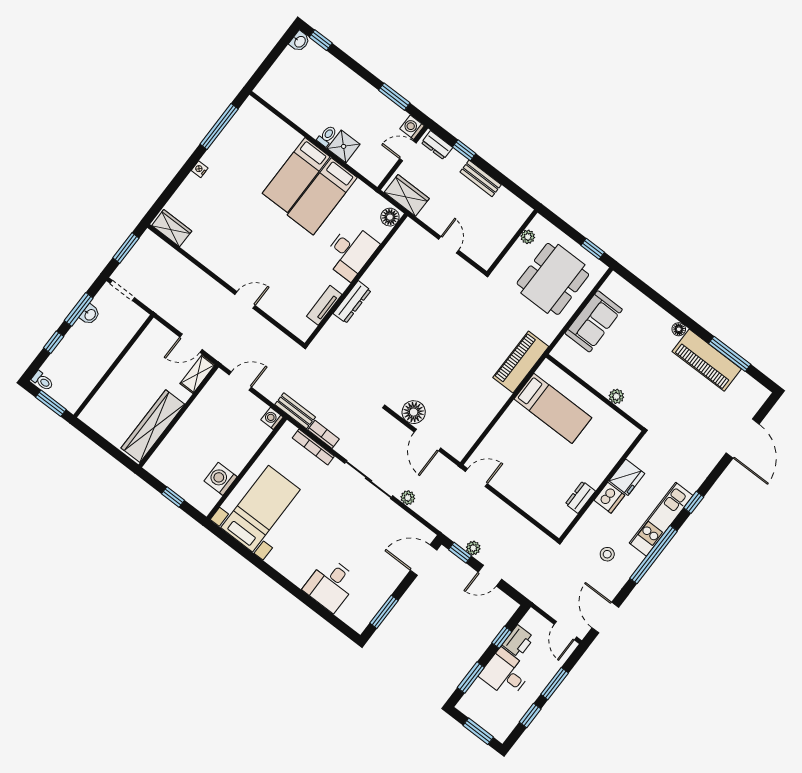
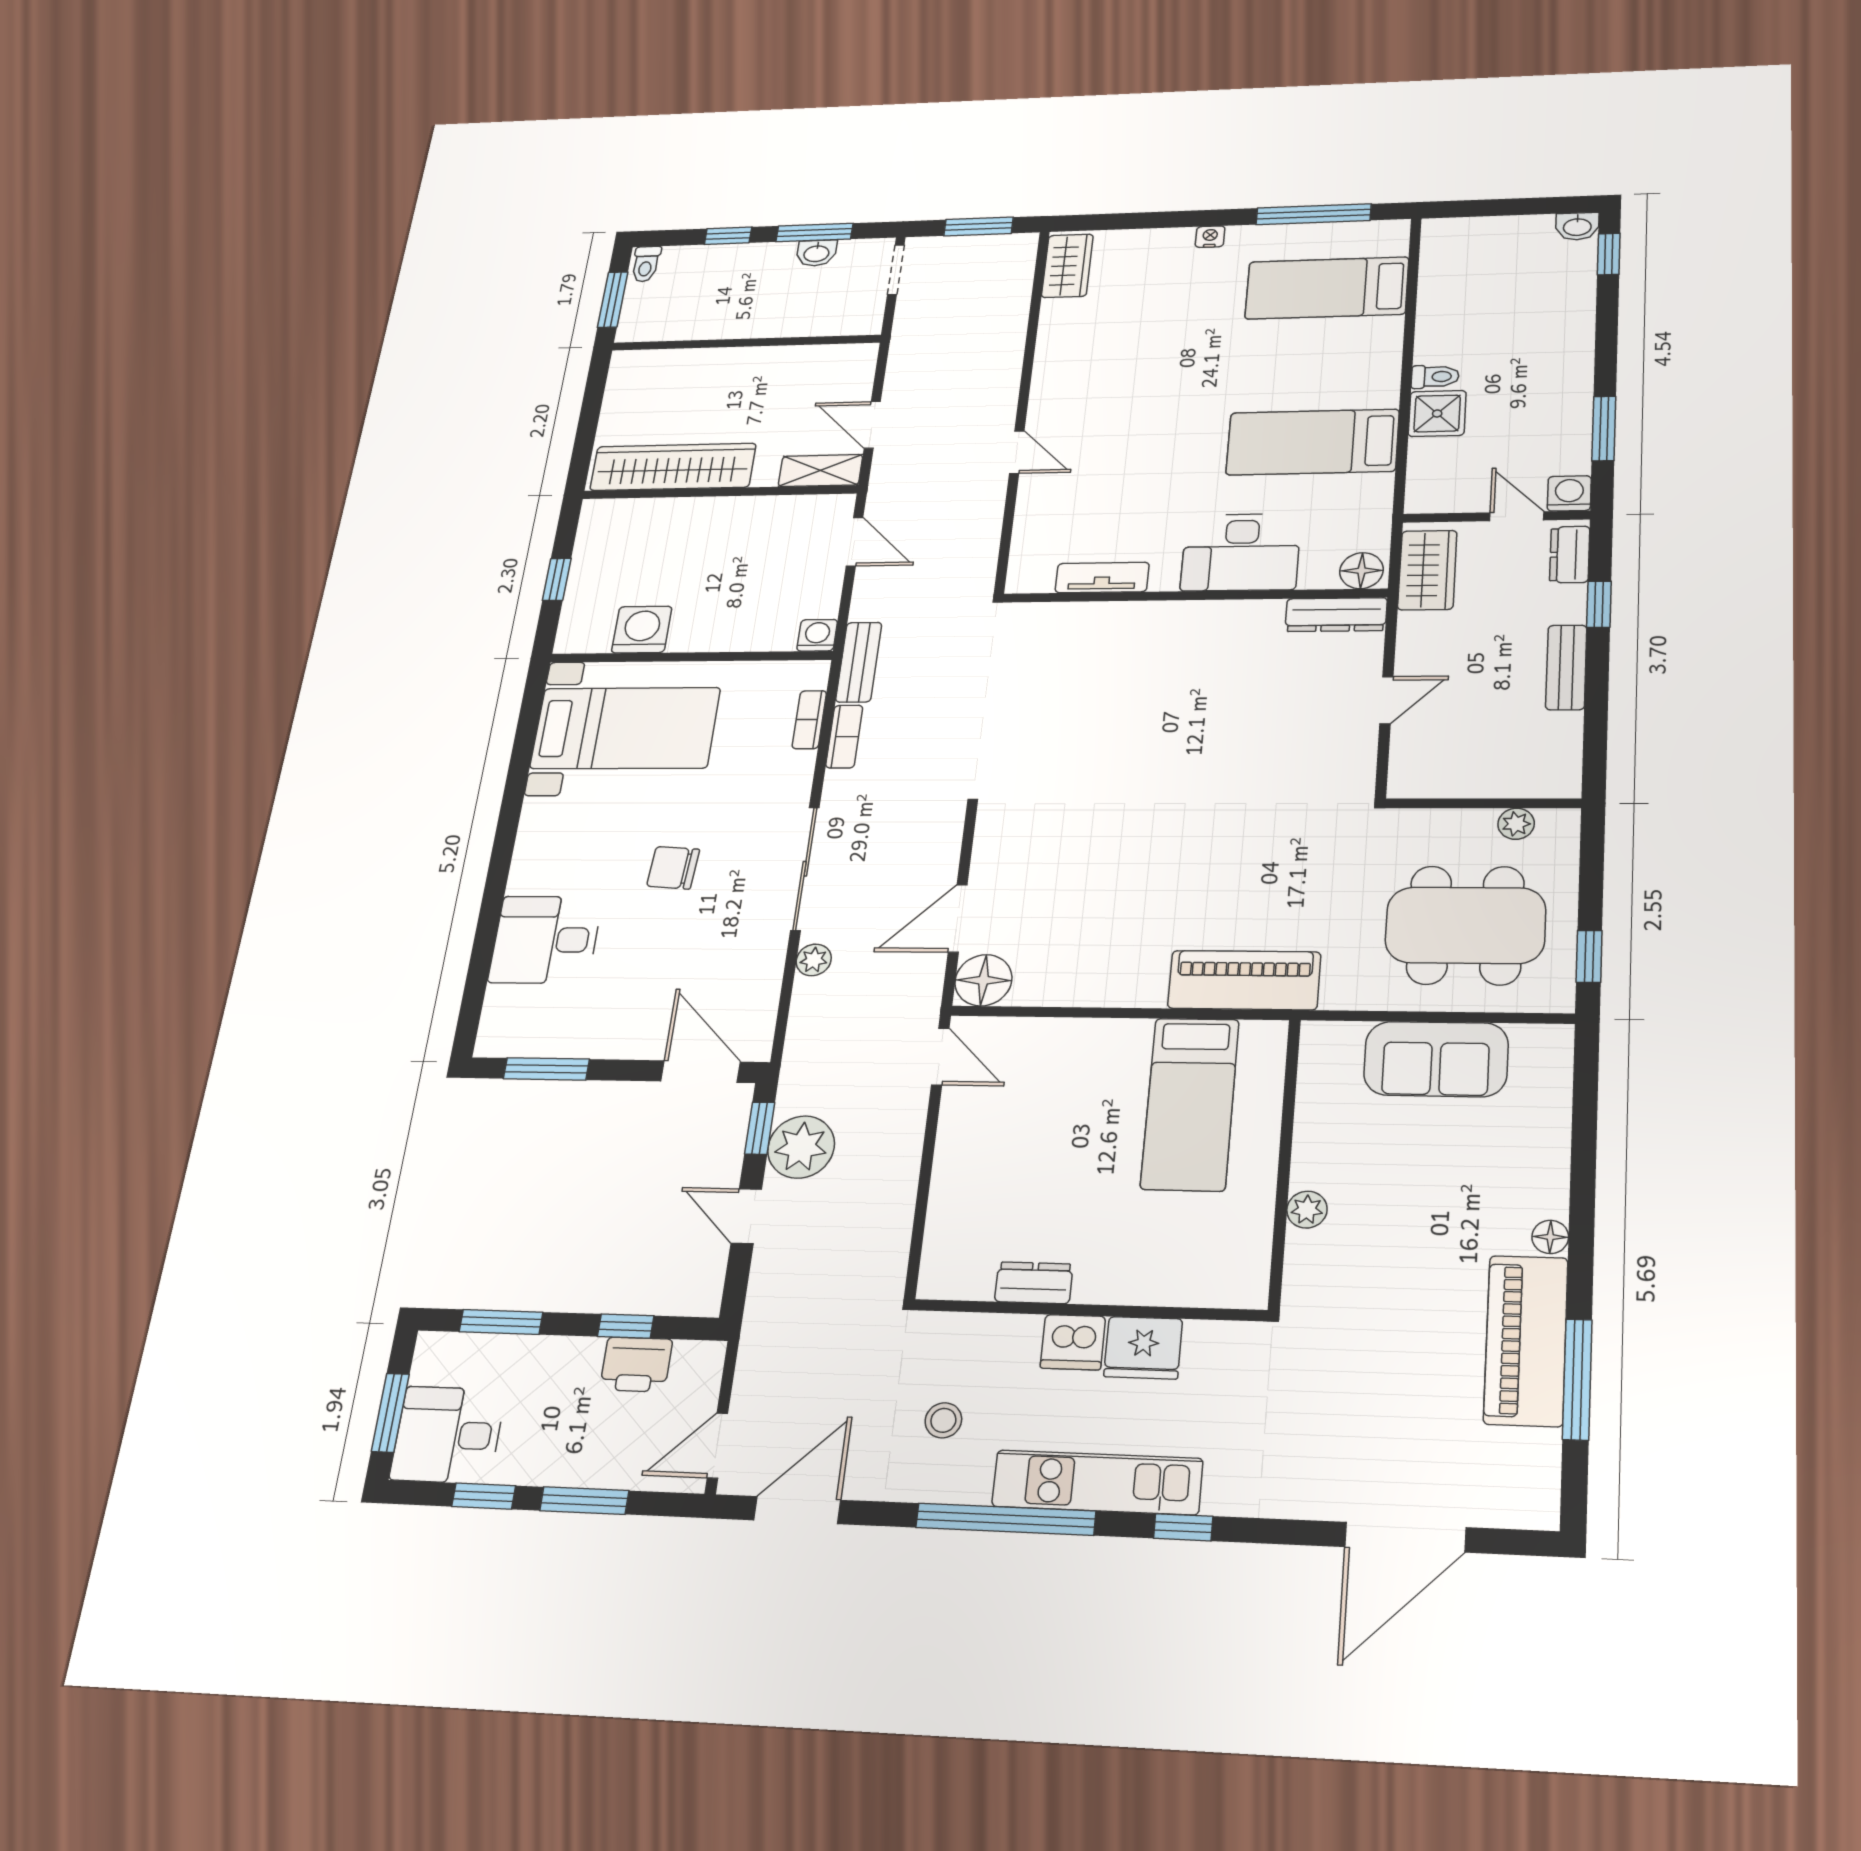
bed: (296, 175) -> (1327, 288), moved
dresser: (352, 302) -> (1336, 615), moved
floor lamp: (414, 412) -> (983, 980), moved
bookcase: (313, 447) -> (809, 720), width x0.64
chair: (334, 524) -> (673, 868), added
plant: (473, 548) -> (801, 1147), width x1.88, depth x1.88
desk: (505, 674) -> (448, 1435), moved, turned -90

